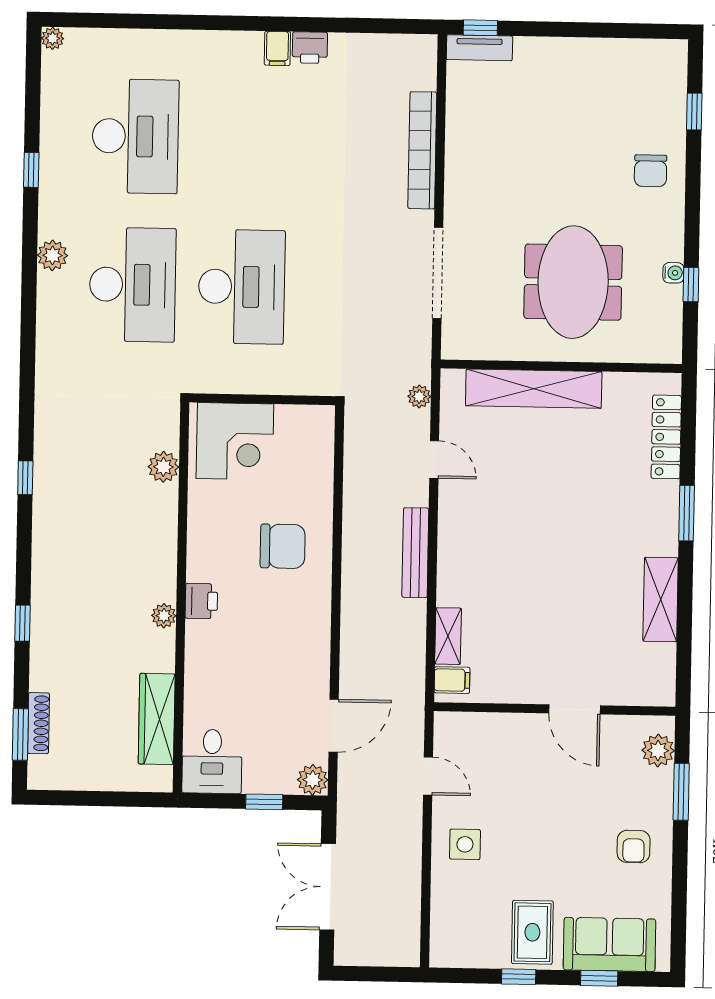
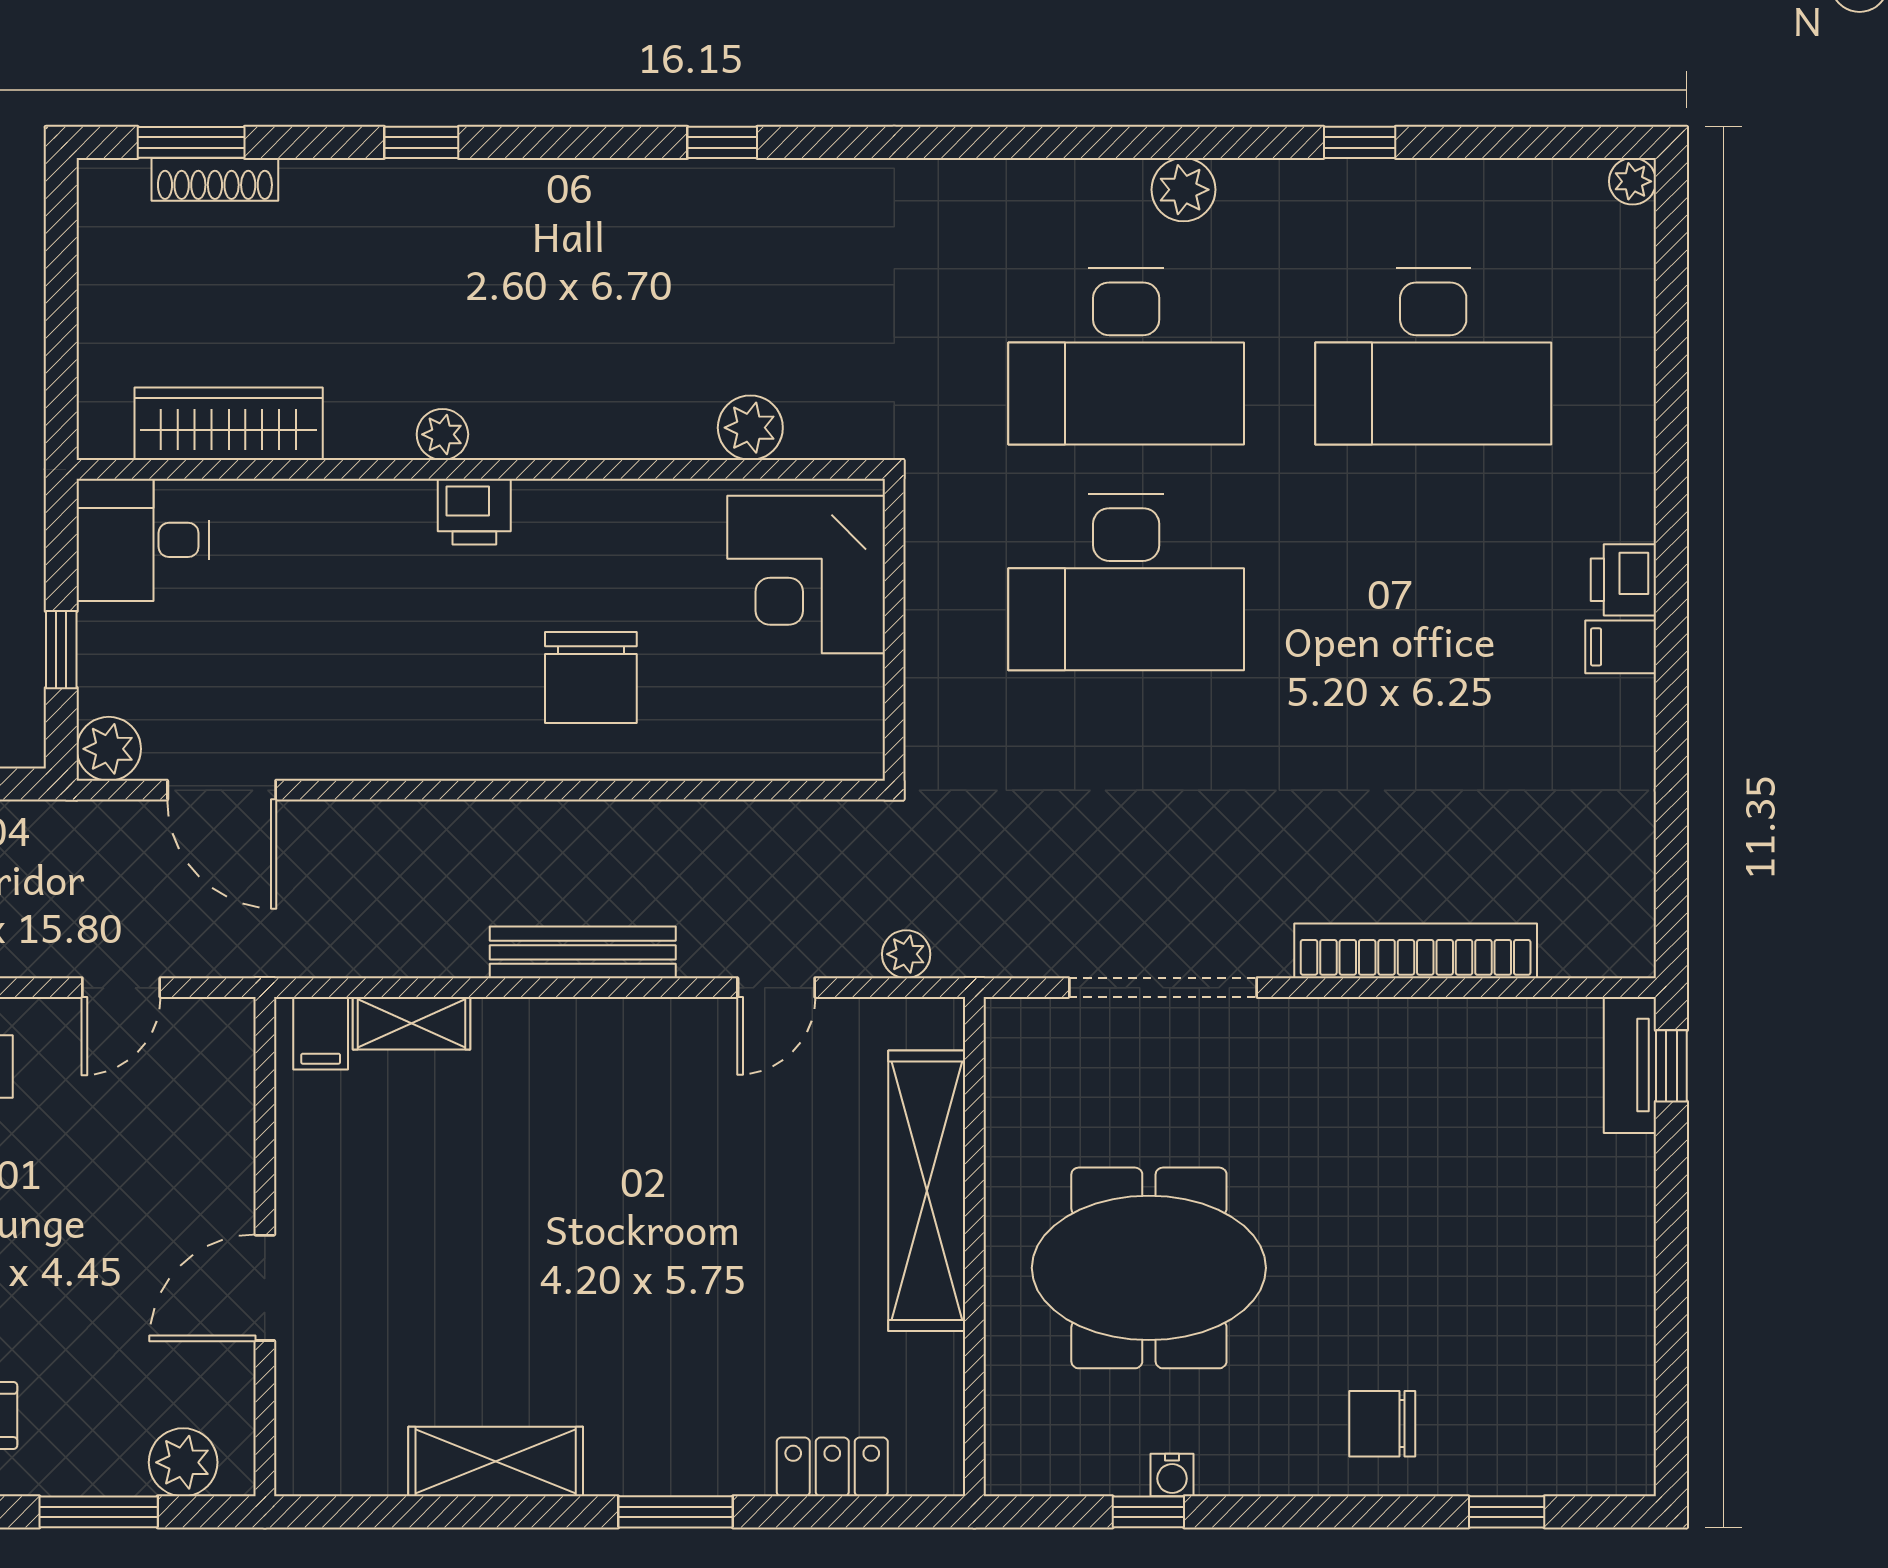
printer: (310, 48) -> (1623, 580), moved
locker: (666, 437) -> (832, 1467), width x0.66

